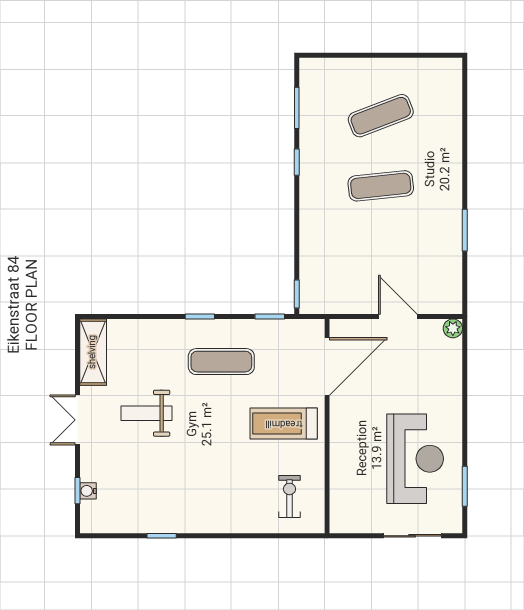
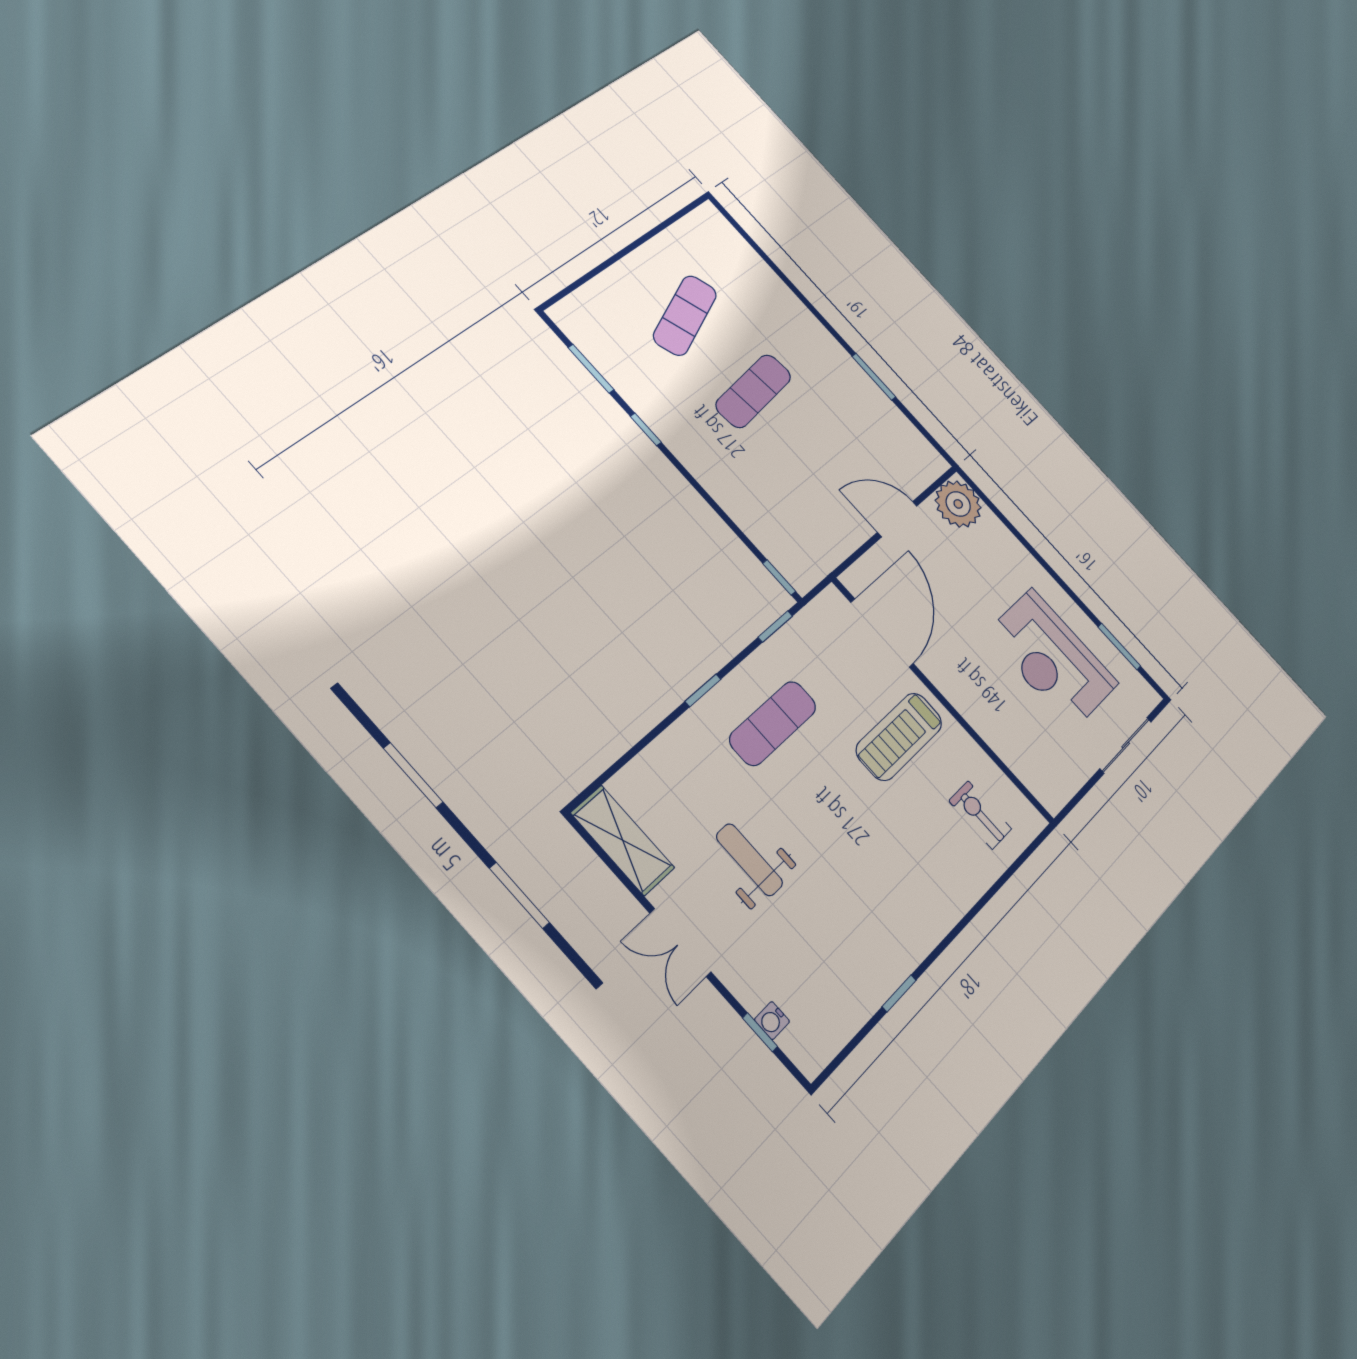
plant: (453, 328) -> (958, 504), width x1.87, depth x1.87
weight bench: (146, 413) -> (750, 860), turned 90
reception desk: (415, 459) -> (1052, 659), turned 180

